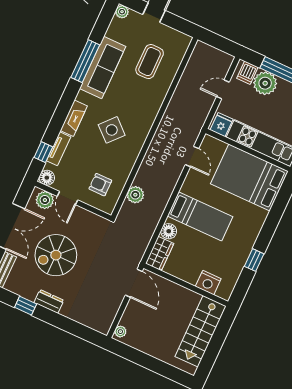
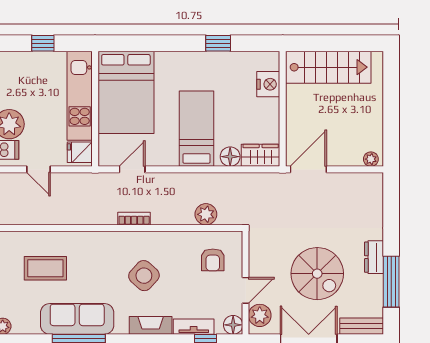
bookcase: (156, 142) -> (134, 219), added
window: (26, 306) -> (391, 282), width x2.17

